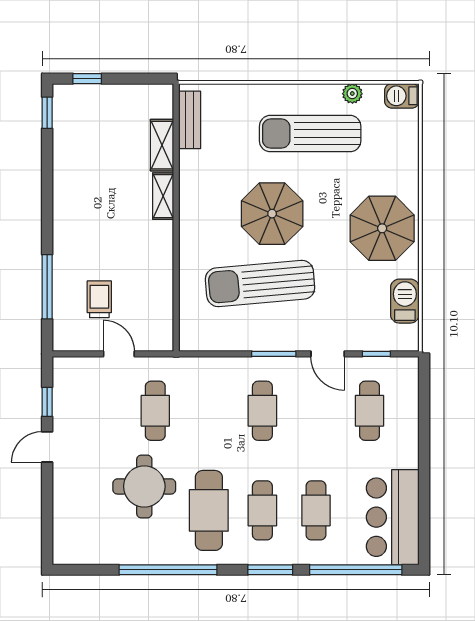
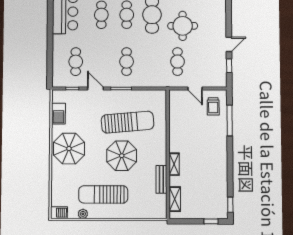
bench: (190, 120) -> (161, 179), moved
sun lounger: (310, 134) -> (103, 194), turned 180
shelving: (162, 145) -> (175, 199), moved
trolley: (99, 299) -> (213, 106), moved

